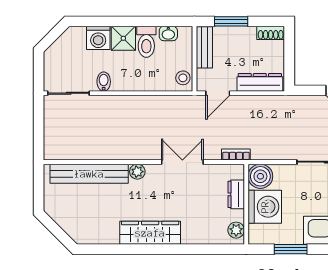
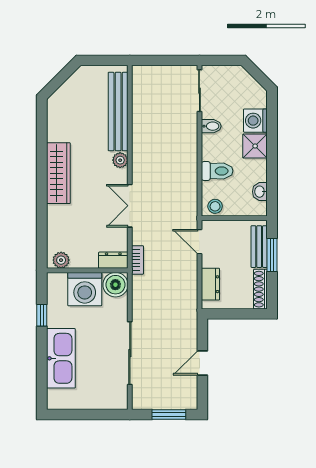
shoe rack: (271, 33) -> (260, 289), width x1.43
toilet: (146, 42) -> (217, 171), moved, turned 180
bench: (204, 47) -> (259, 247), moved, turned 90
dresser: (260, 82) -> (210, 284), width x0.70
double door: (182, 162) -> (130, 206), swing flipped
dresser: (236, 194) -> (113, 260), moved
window: (291, 249) -> (42, 315), width x0.67

